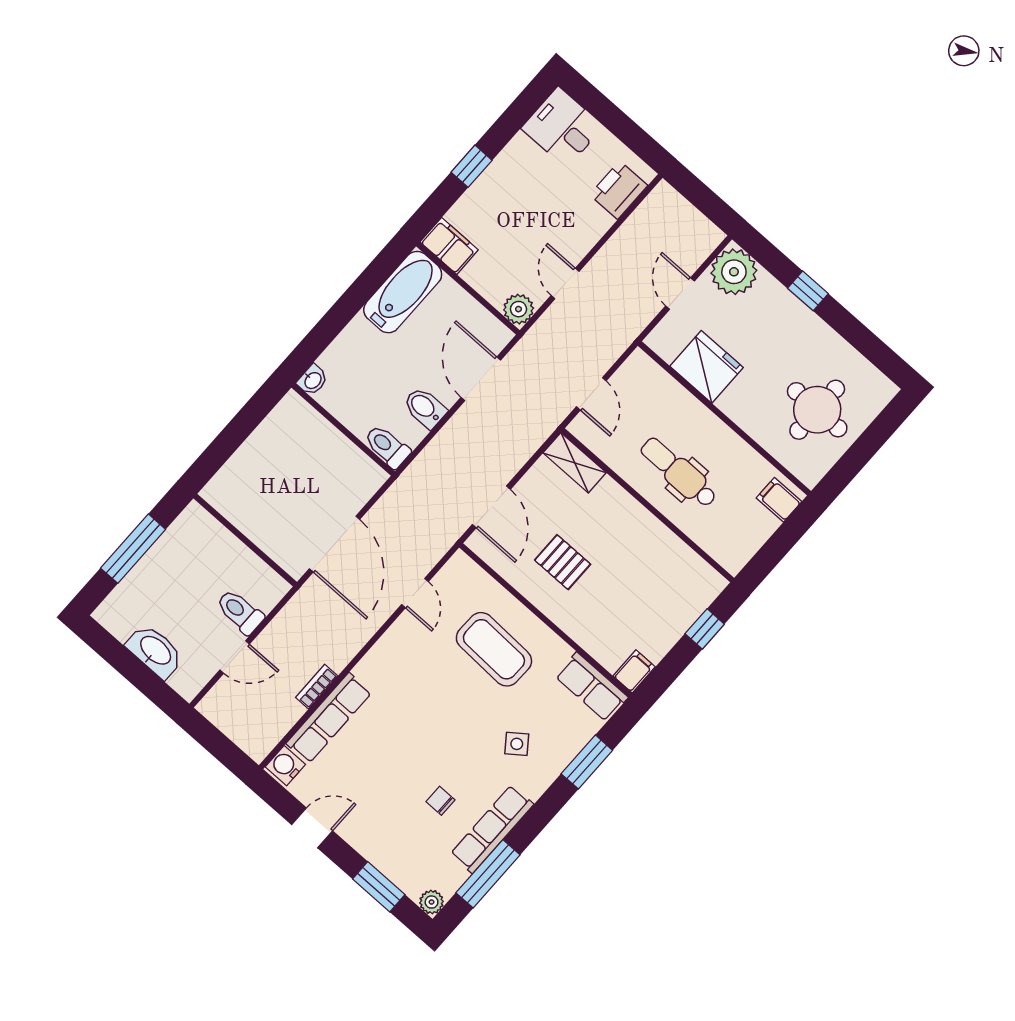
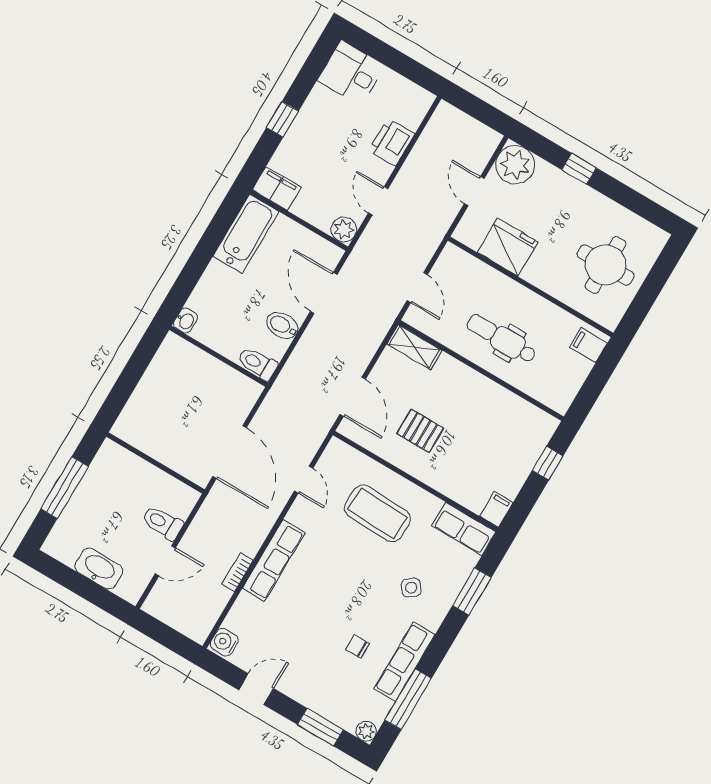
printer: (619, 190) -> (392, 142), moved
row of seats: (329, 718) -> (274, 560), moved

